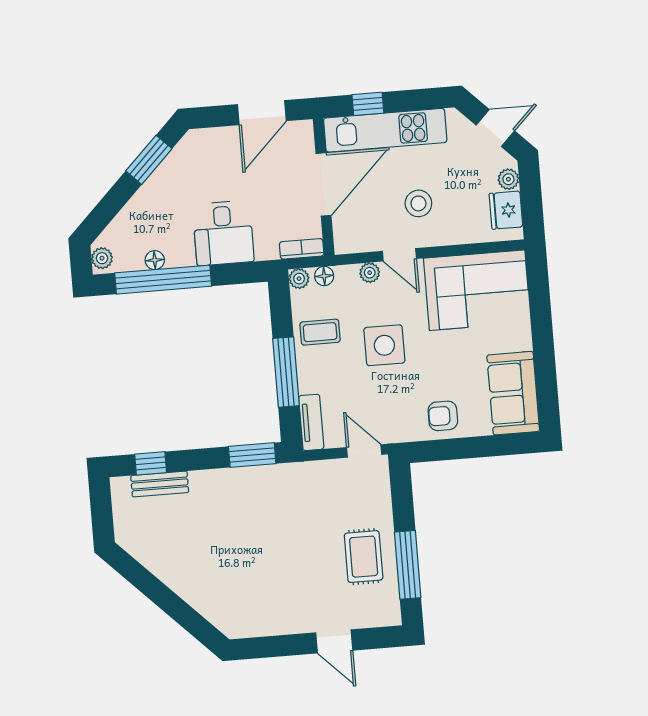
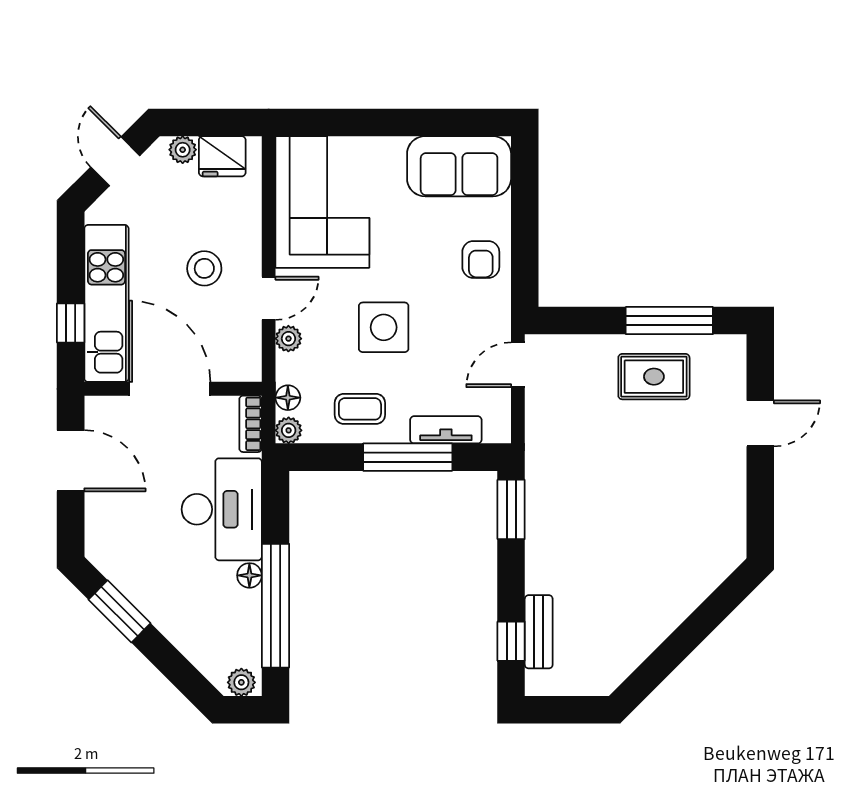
desk: (223, 233) -> (222, 509), width x1.37
floor lamp: (155, 260) -> (249, 575), moved
coffee table: (320, 332) -> (360, 409), turned 90
tv unit: (311, 422) -> (446, 430), moved

